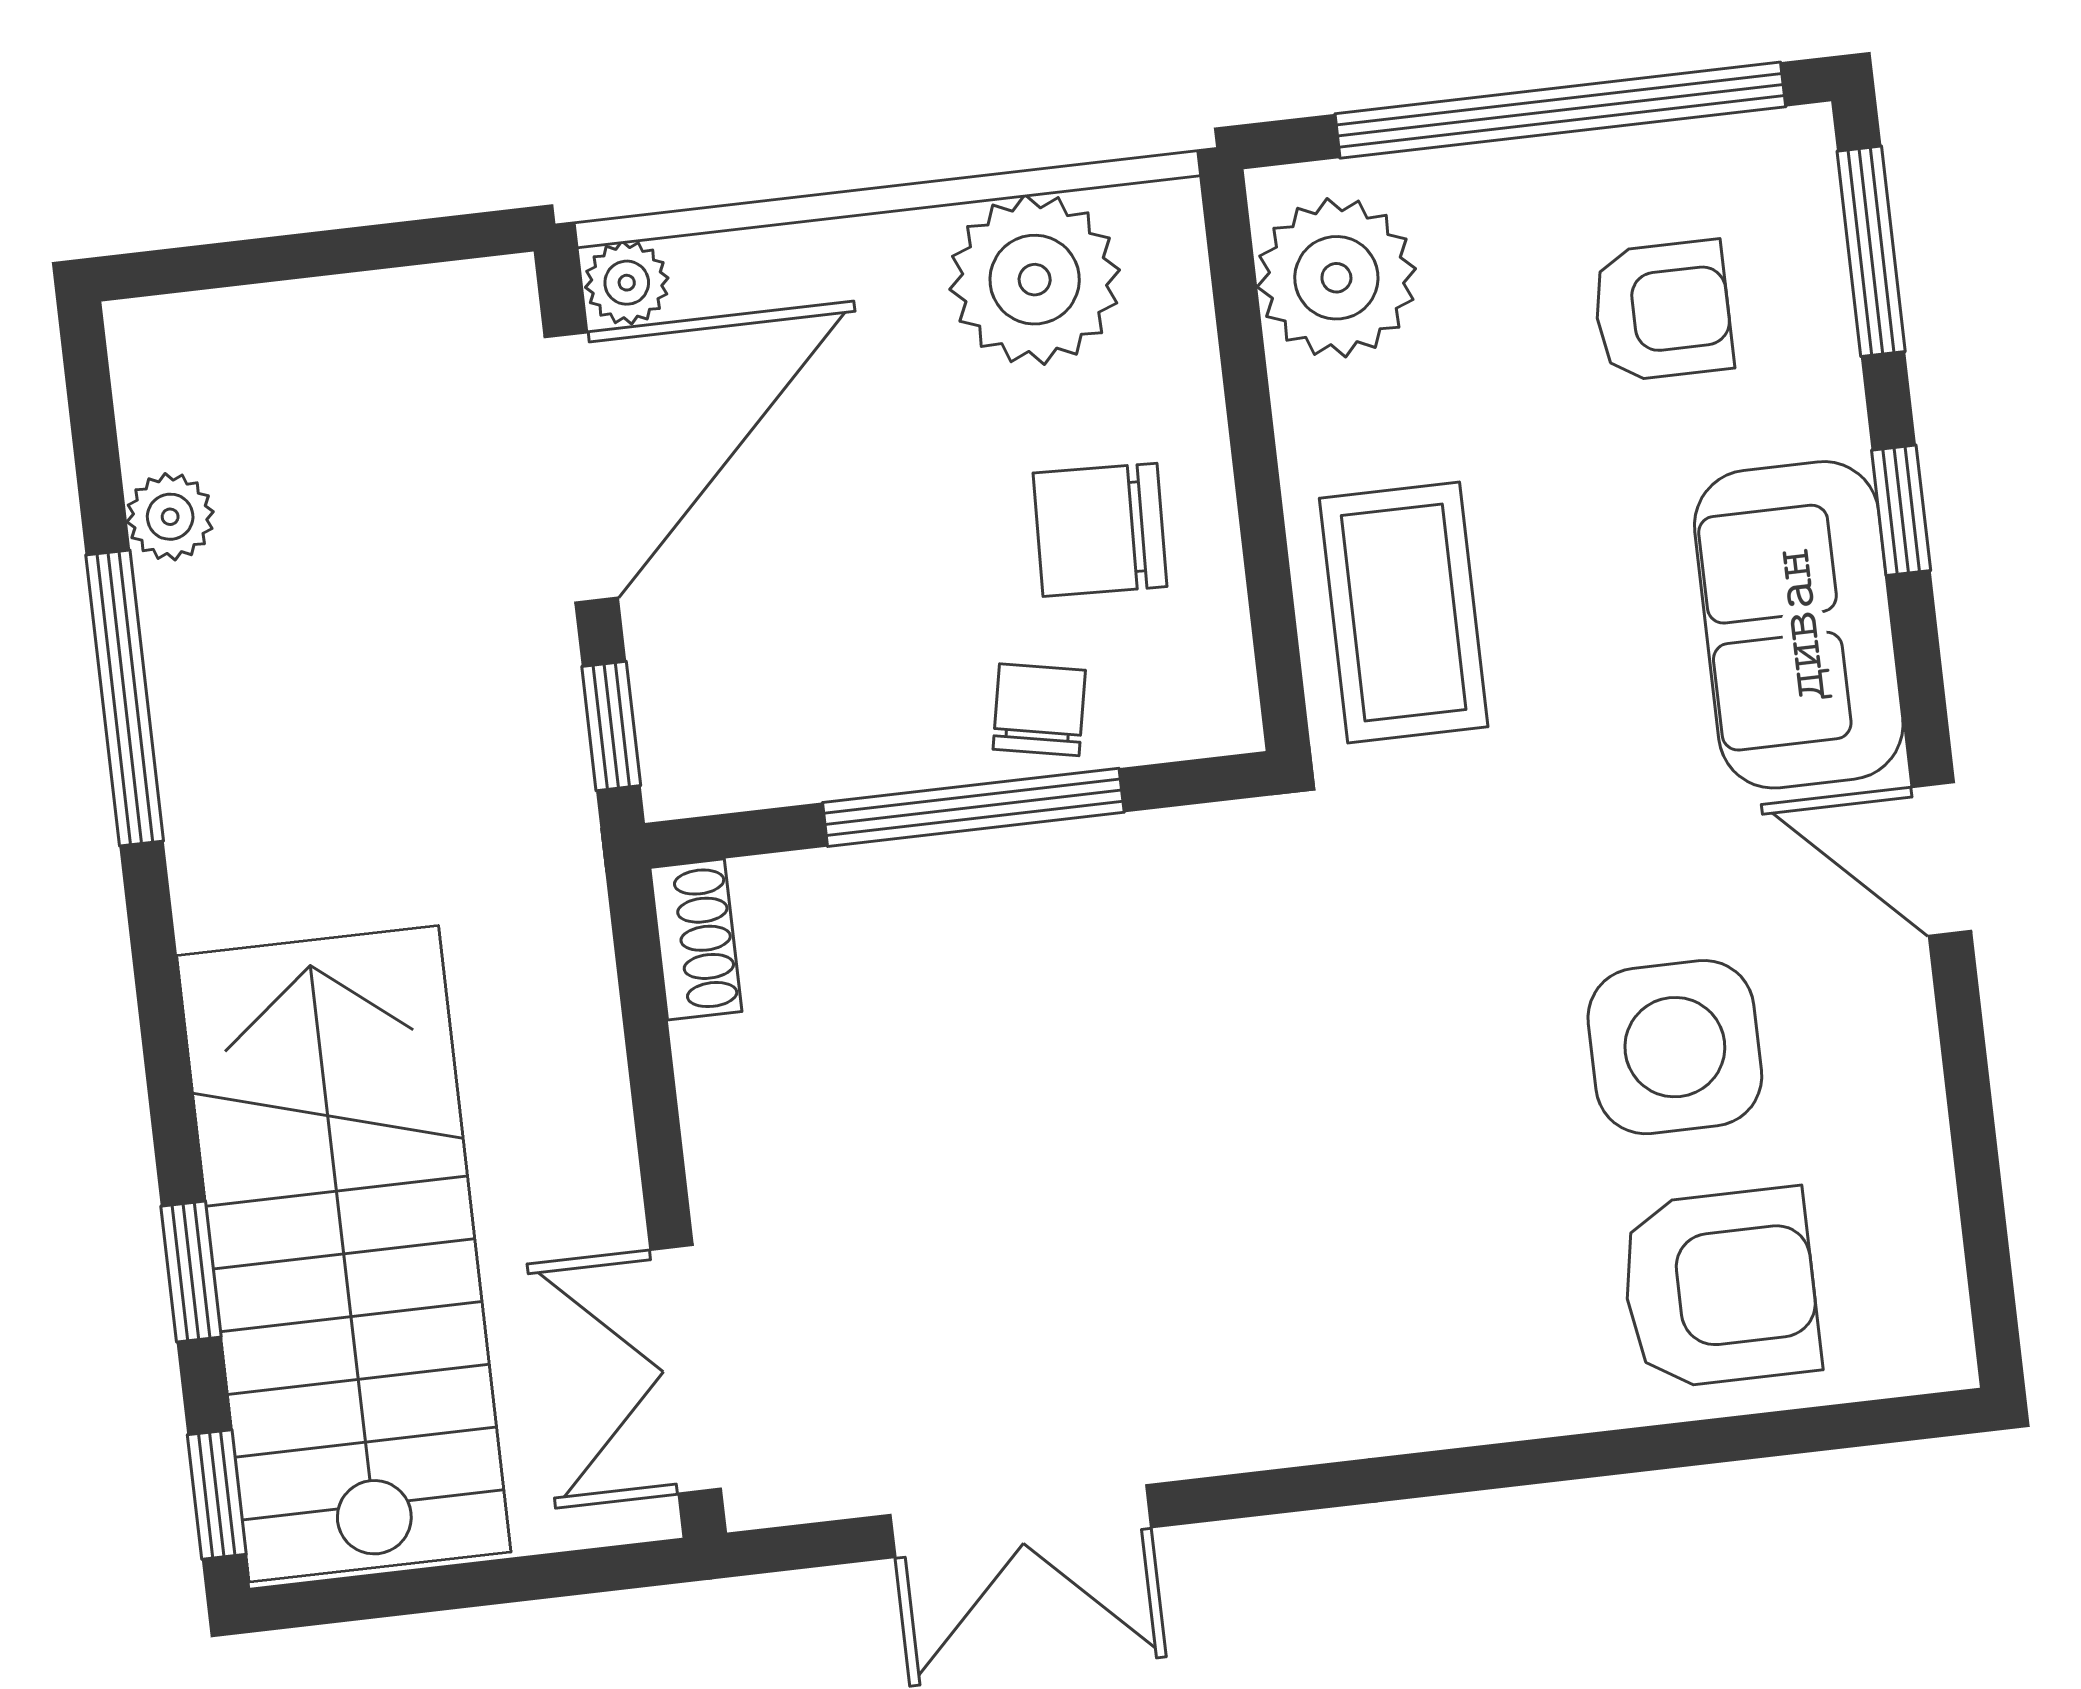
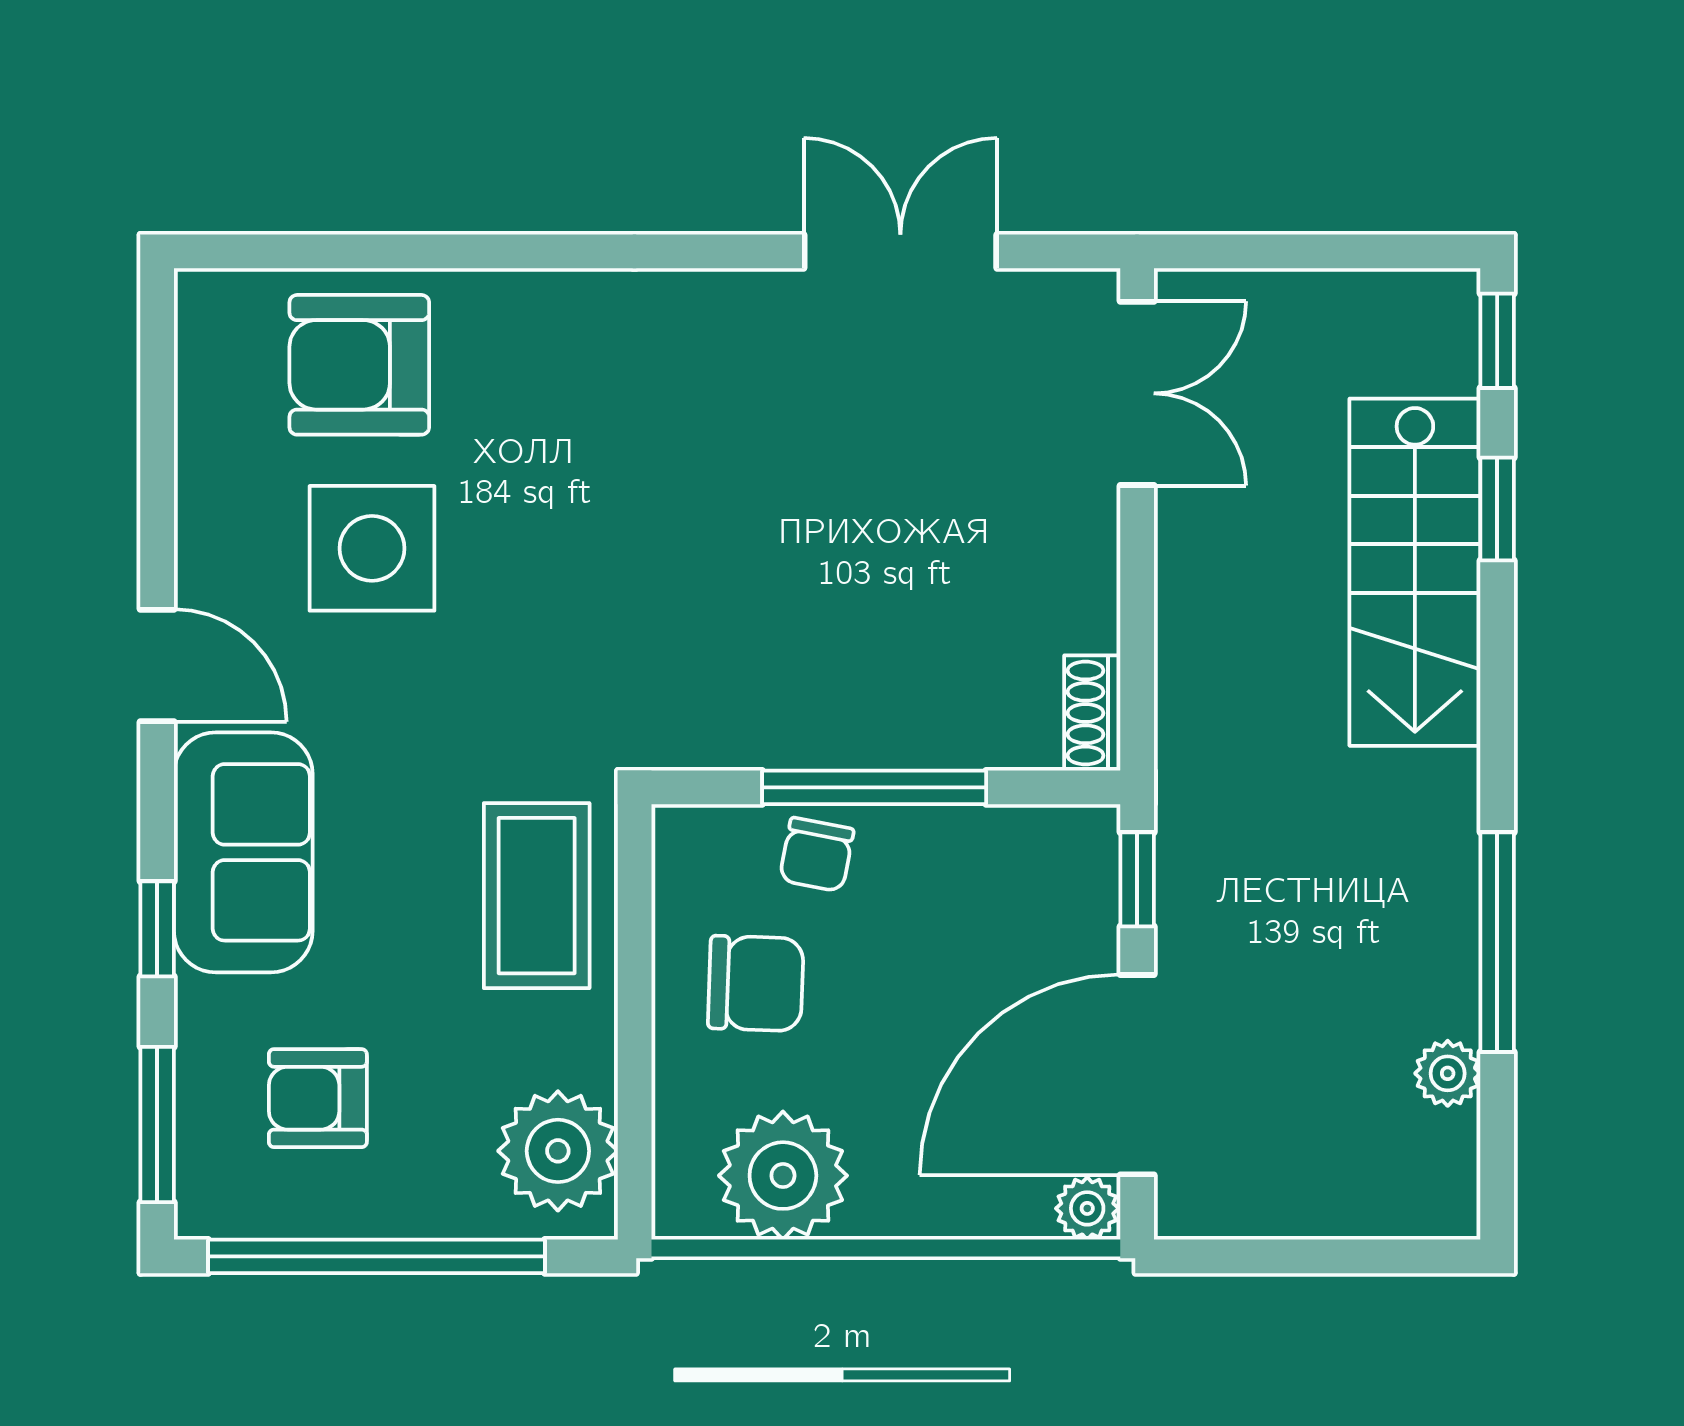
stairs: (344, 1254) -> (1415, 572), width x0.73, depth x0.66

